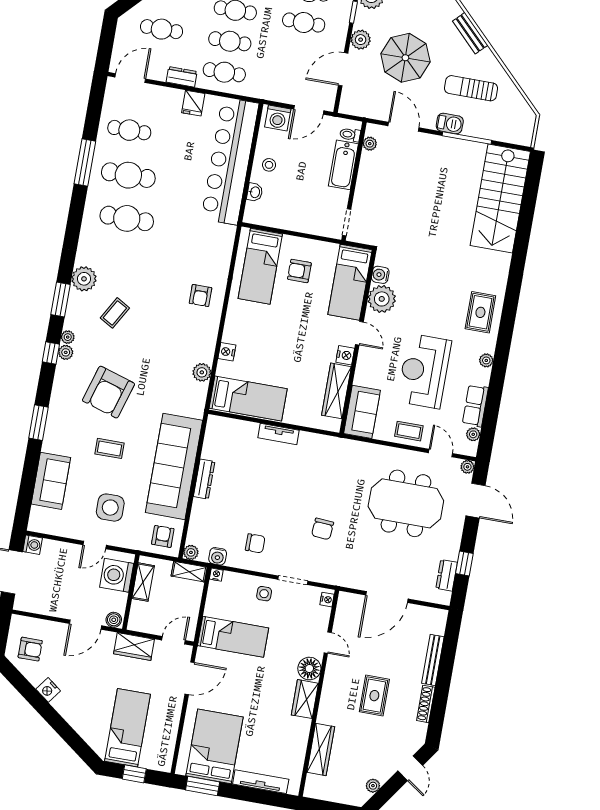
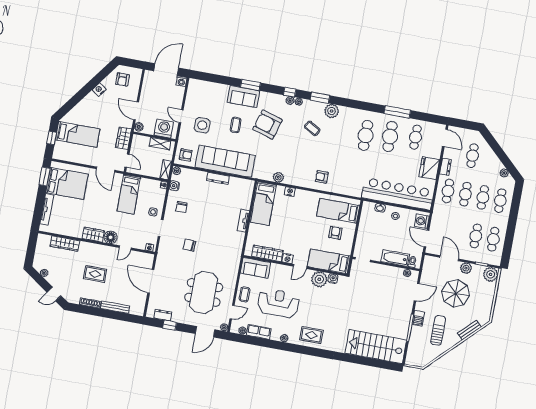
fridge: (193, 103) -> (429, 168), width x1.88, depth x1.34
sofa: (51, 481) -> (243, 97), moved

